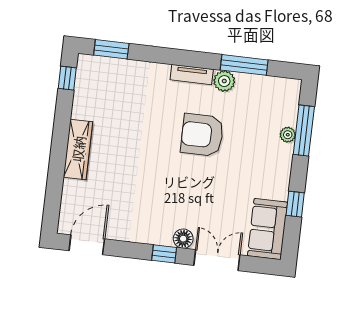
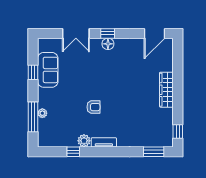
window: (244, 65) -> (73, 152), width x0.46
armchair: (202, 135) -> (93, 107), width x0.53, depth x0.53
sofa: (268, 229) -> (48, 70), moved
floor lamp: (183, 239) -> (108, 44), moved

